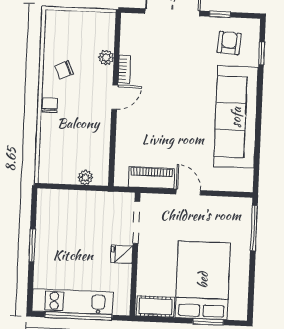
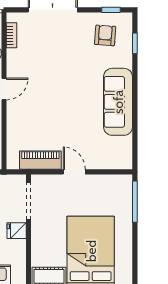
window: (220, 14) -> (111, 10), moved
bookcase: (124, 69) -> (11, 35), moved
sofa: (236, 117) -> (118, 102), width x0.74, depth x0.79

